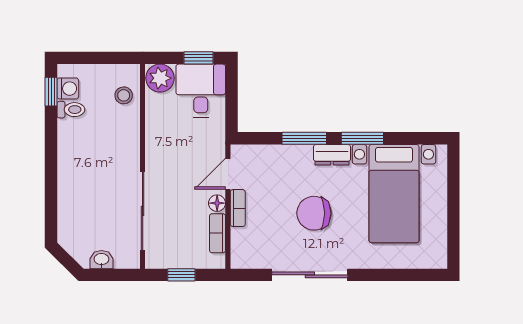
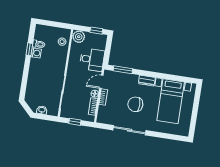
washing machine: (68, 89) -> (36, 53), moved
desk: (201, 91) -> (92, 60), moved, turned 90
window: (51, 92) -> (29, 49), moved
window: (304, 138) -> (123, 70), moved
window: (362, 138) -> (161, 76), removed

